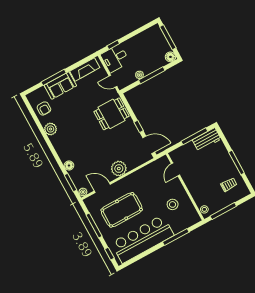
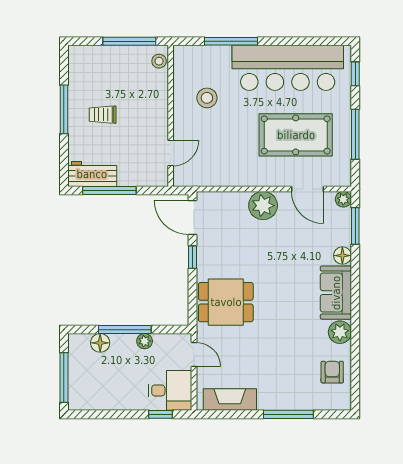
floor lamp: (170, 57) -> (100, 343), moved
sofa: (60, 86) -> (336, 293), moved, turned -90
trolley: (229, 185) -> (103, 115), moved

